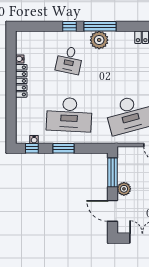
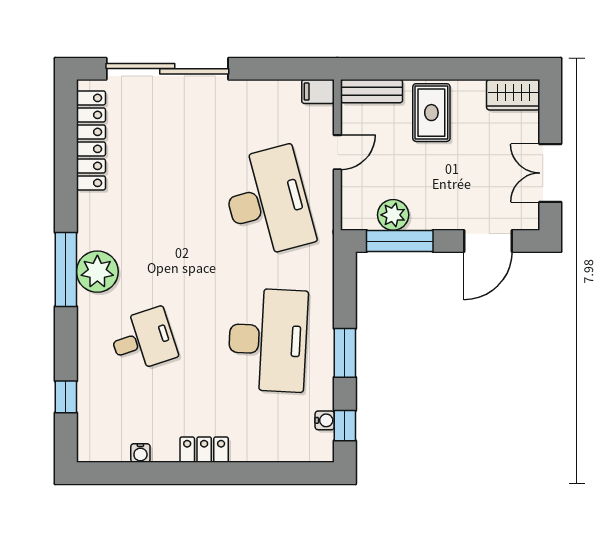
window: (70, 26) -> (66, 397), moved
desk: (69, 60) -> (143, 340), turned -30
locker: (21, 81) -> (204, 450), width x0.66
plant: (124, 189) -> (393, 215), moved

